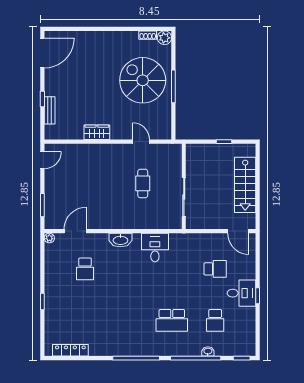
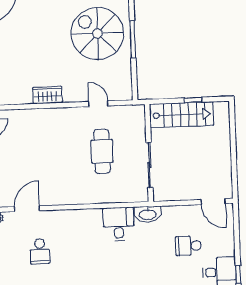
cafe table: (143, 183) -> (102, 151), width x1.37, depth x1.35
stairs: (245, 185) -> (182, 115), moved, turned -90
washbasin: (120, 240) -> (148, 214), moved
school desk: (215, 269) -> (188, 246), turned 180

